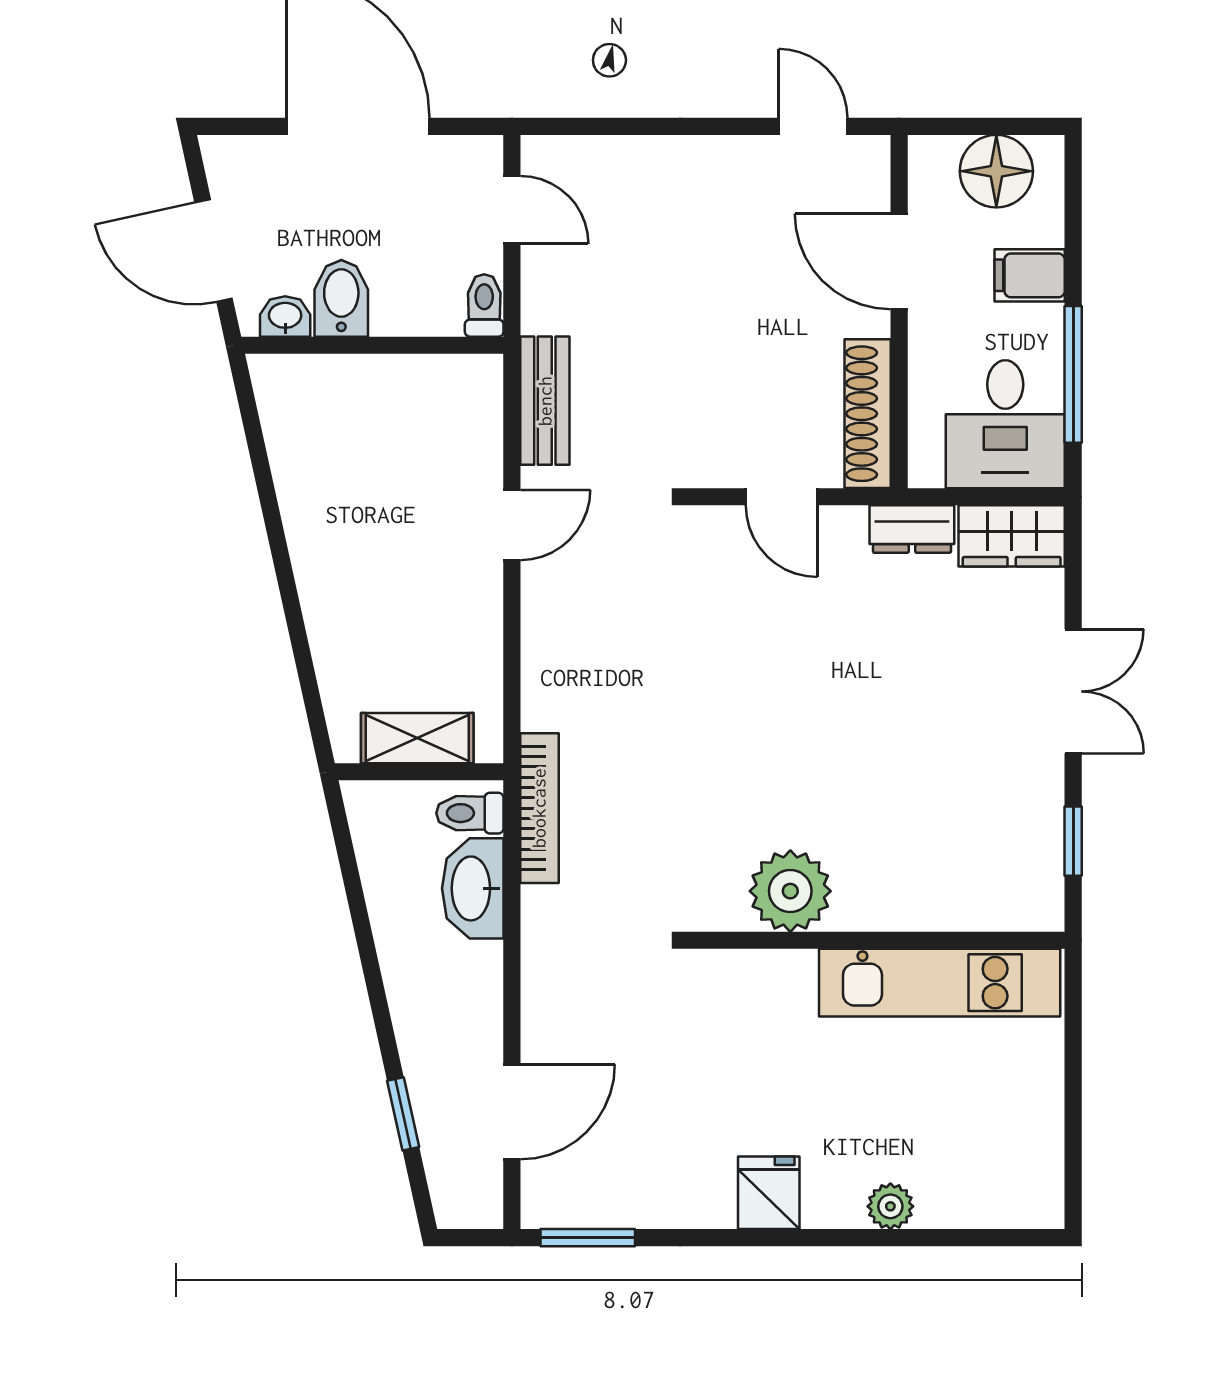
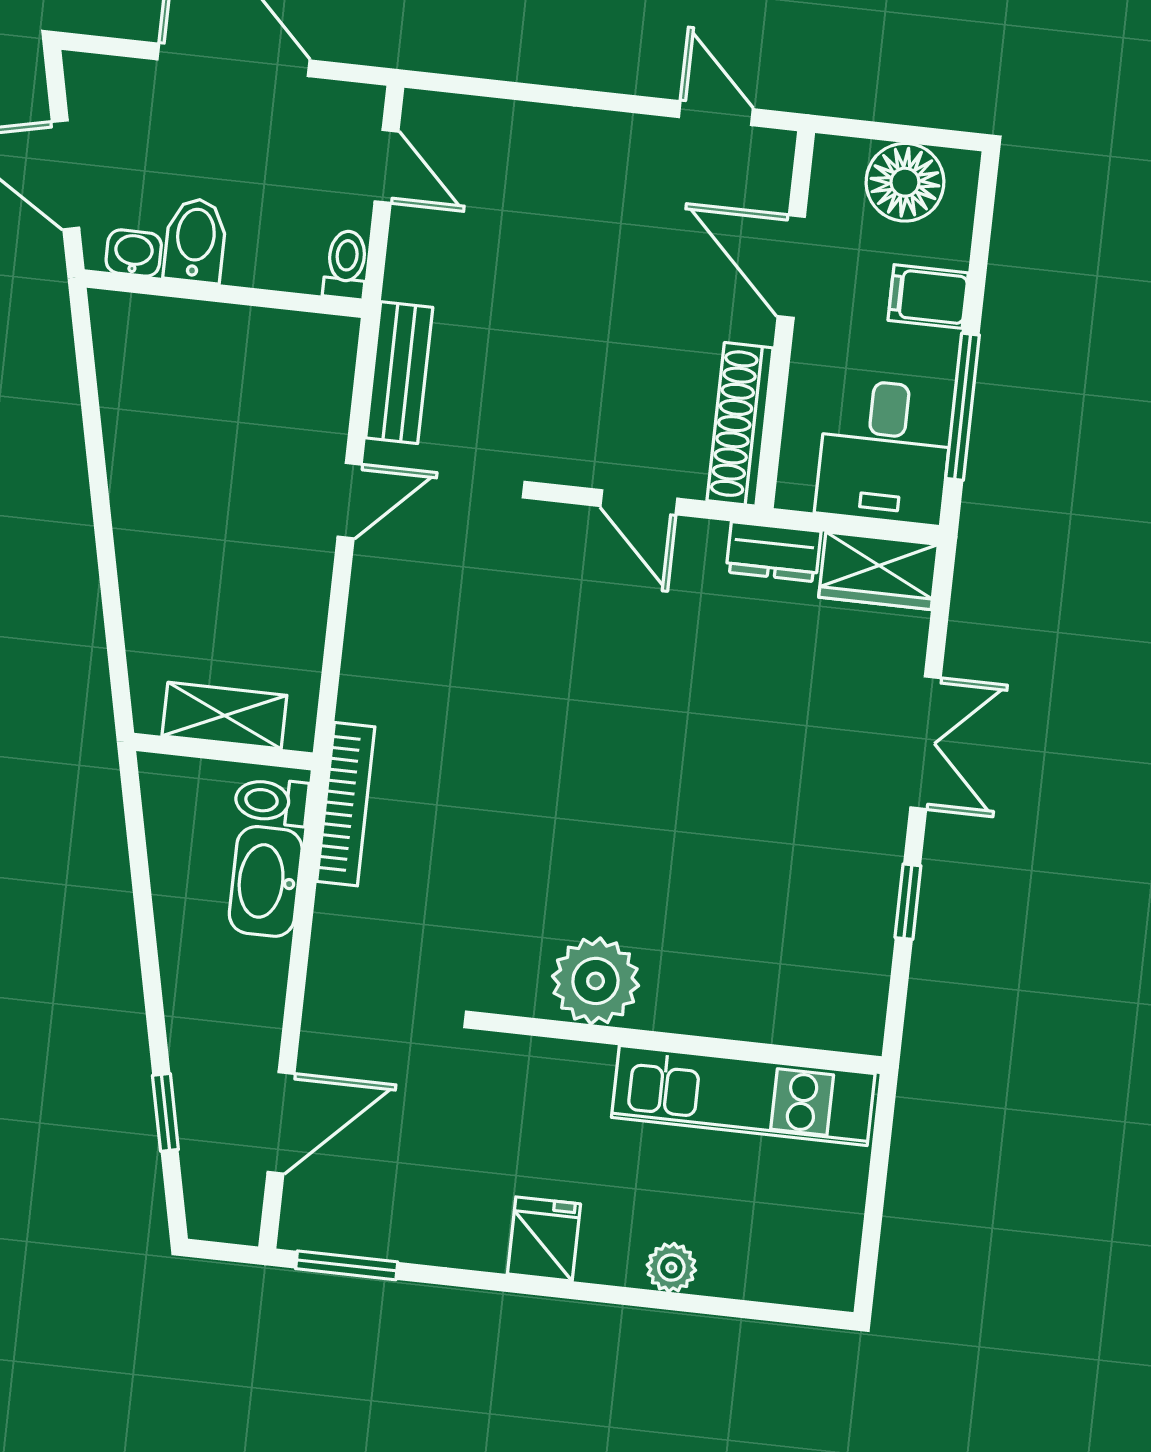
plant: (790, 891) -> (596, 981), moved
wall: (877, 940) -> (681, 1043), moved
kitchen unit: (940, 983) -> (743, 1096), moved

